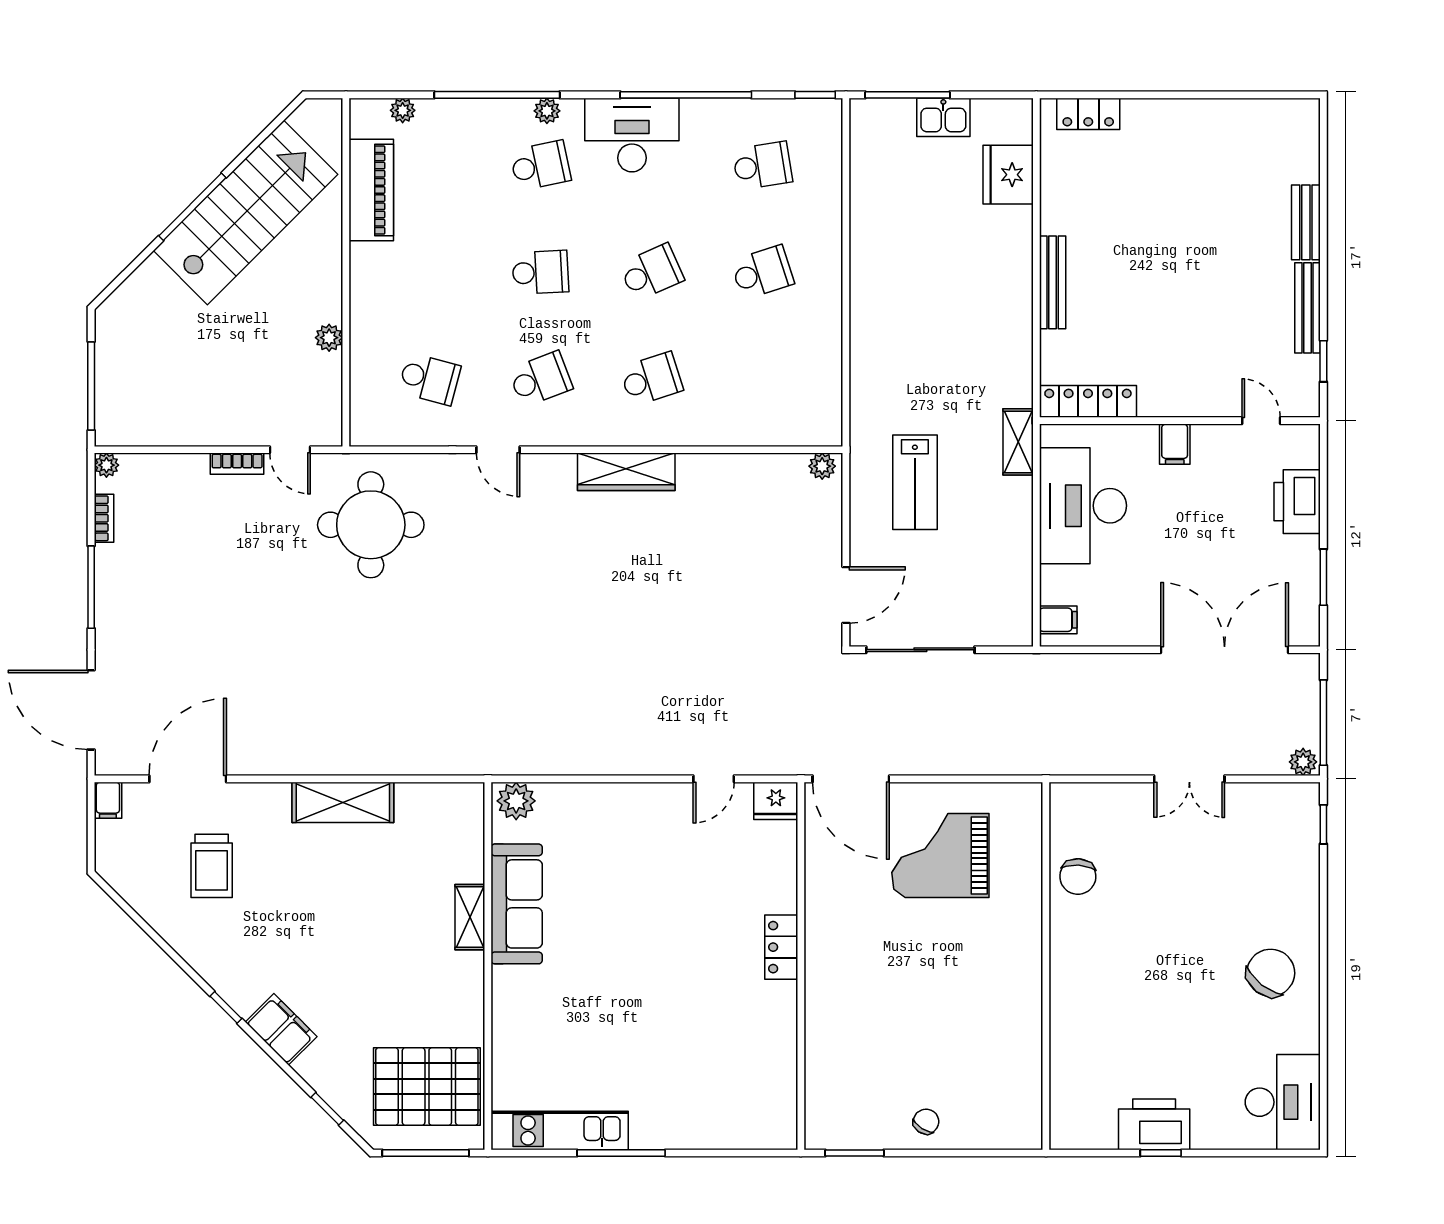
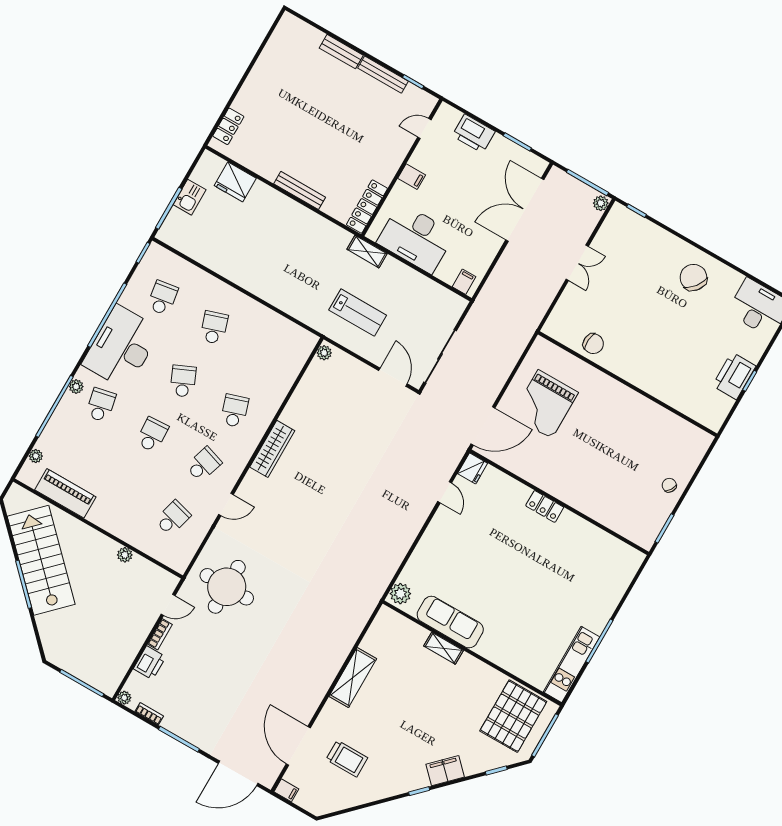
desk: (632, 135) -> (122, 347), width x1.36, depth x1.30
school desk: (540, 379) -> (204, 464), turned 39
printer: (184, 473) -> (150, 663), added

